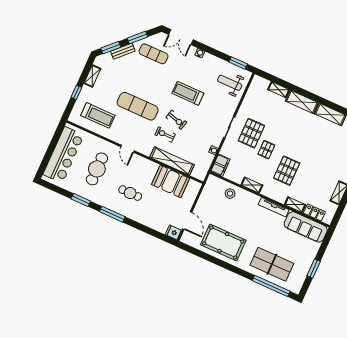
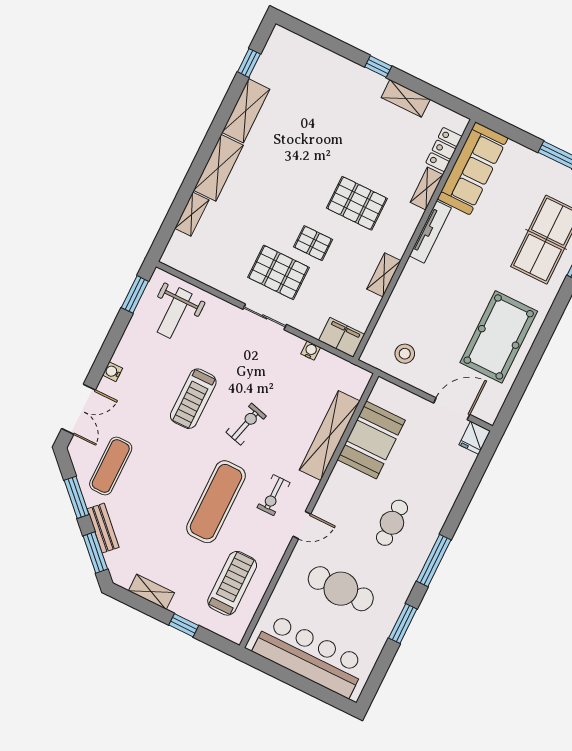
exercise bike: (165, 134) -> (274, 495), moved
stool: (230, 194) -> (405, 354), moved

